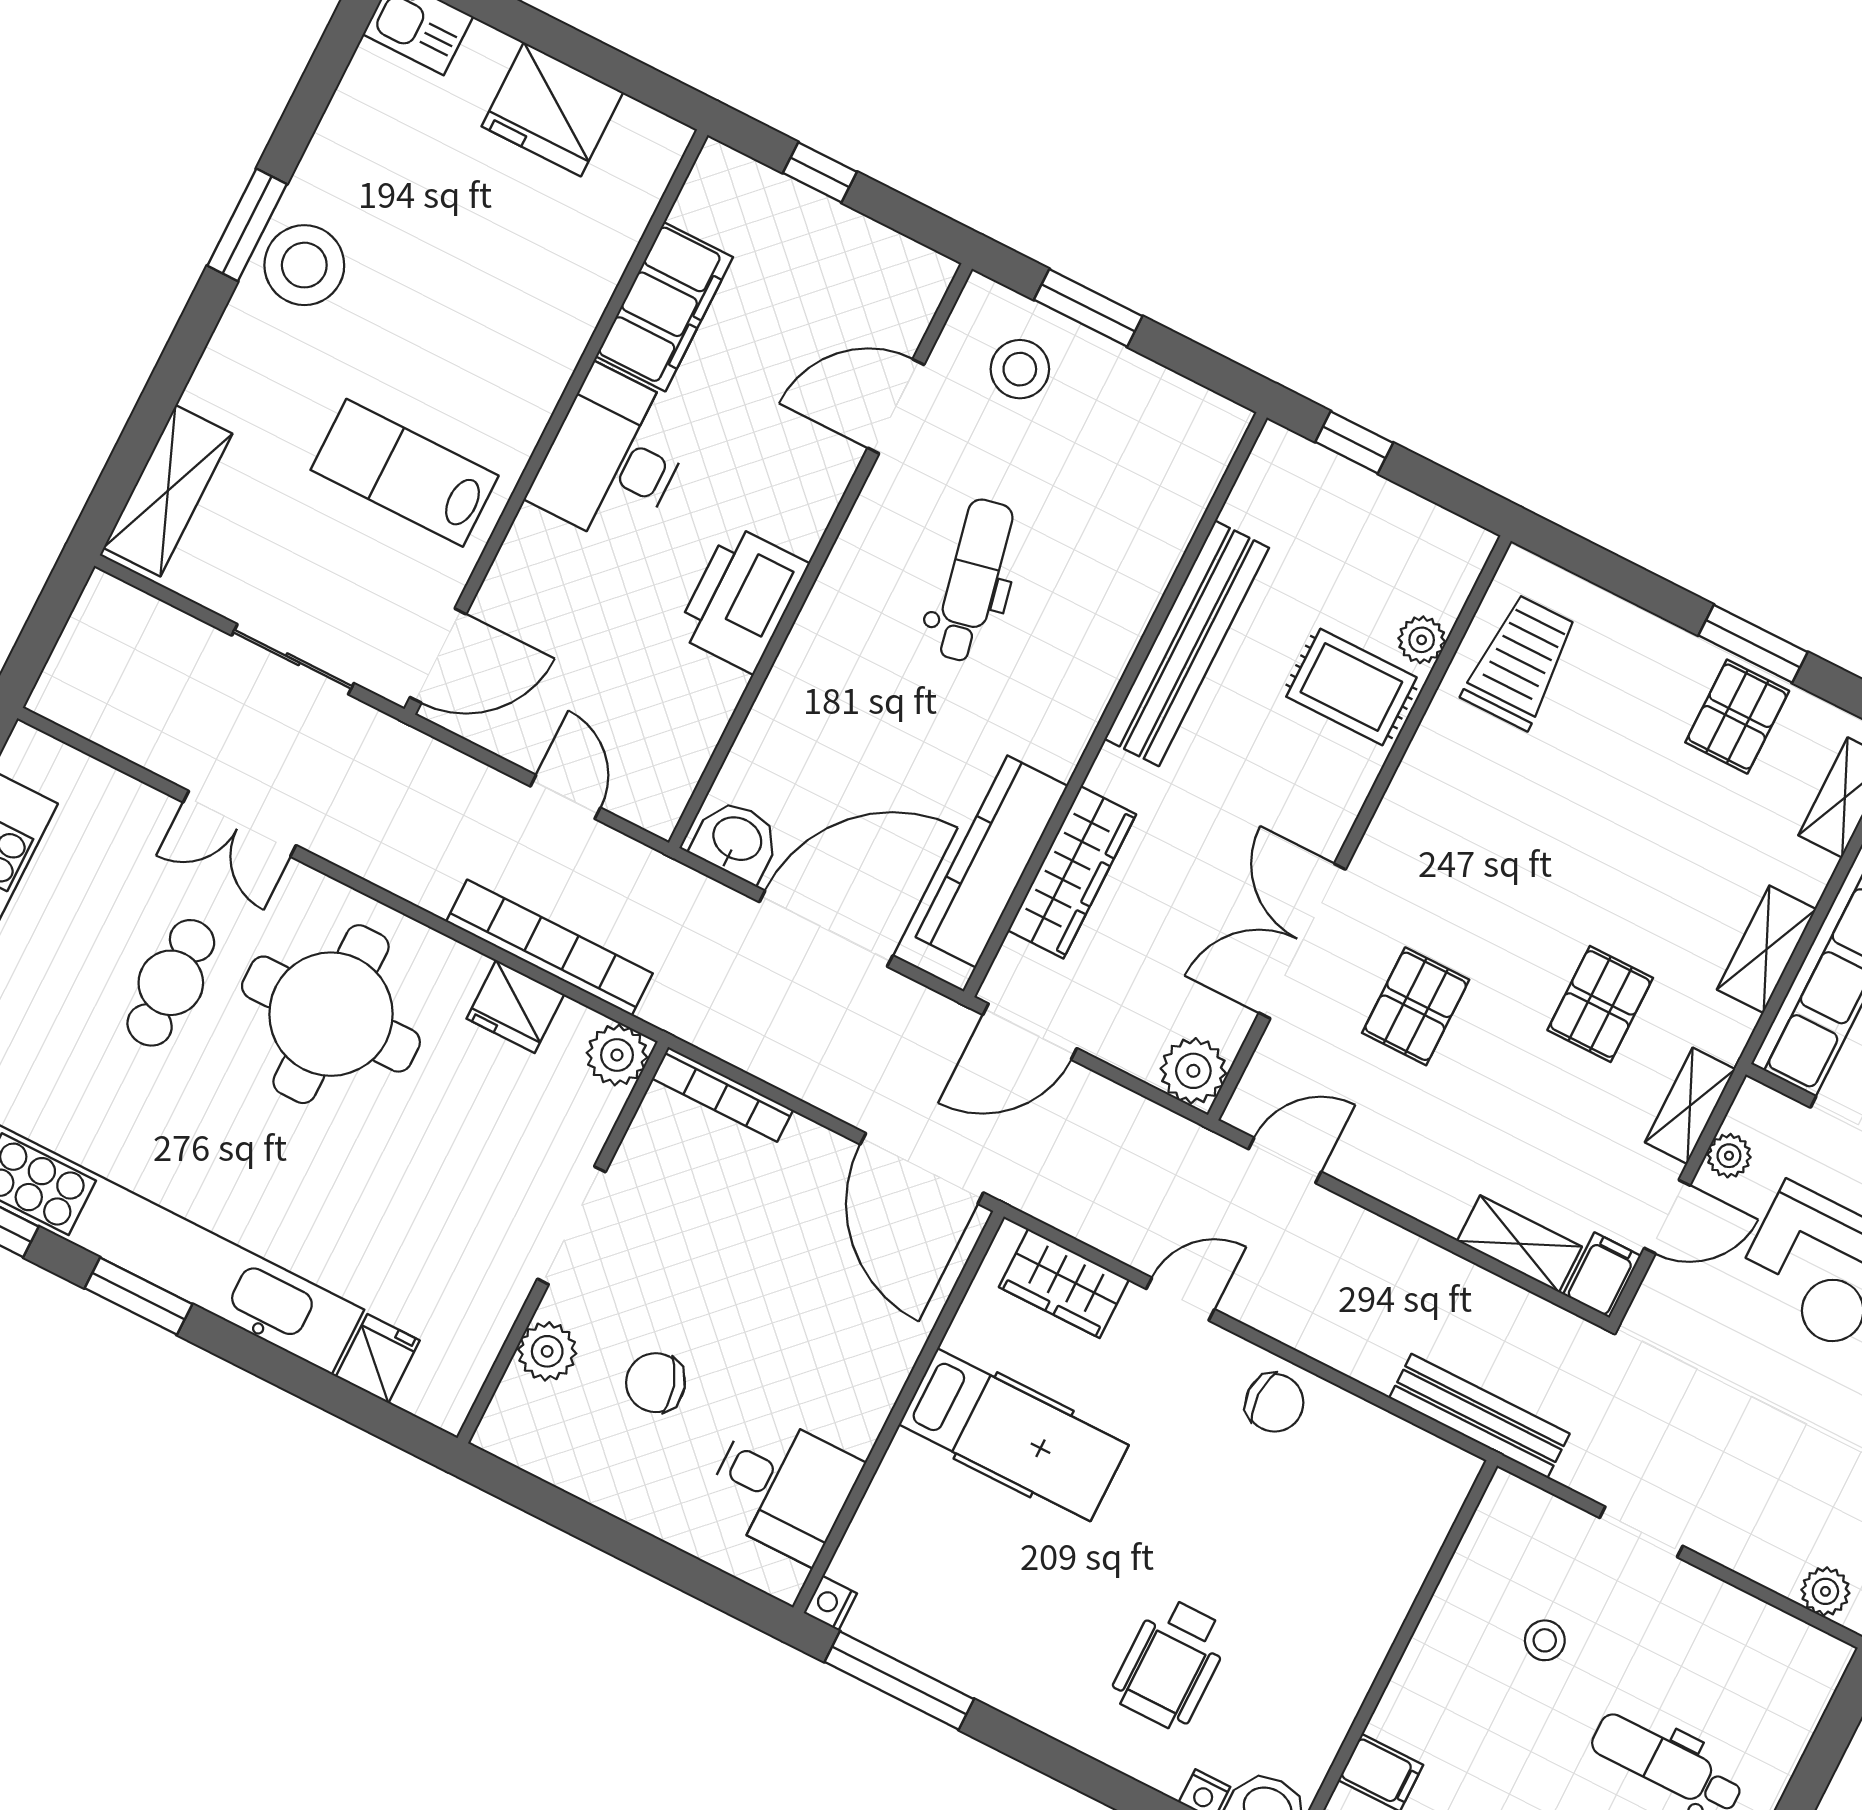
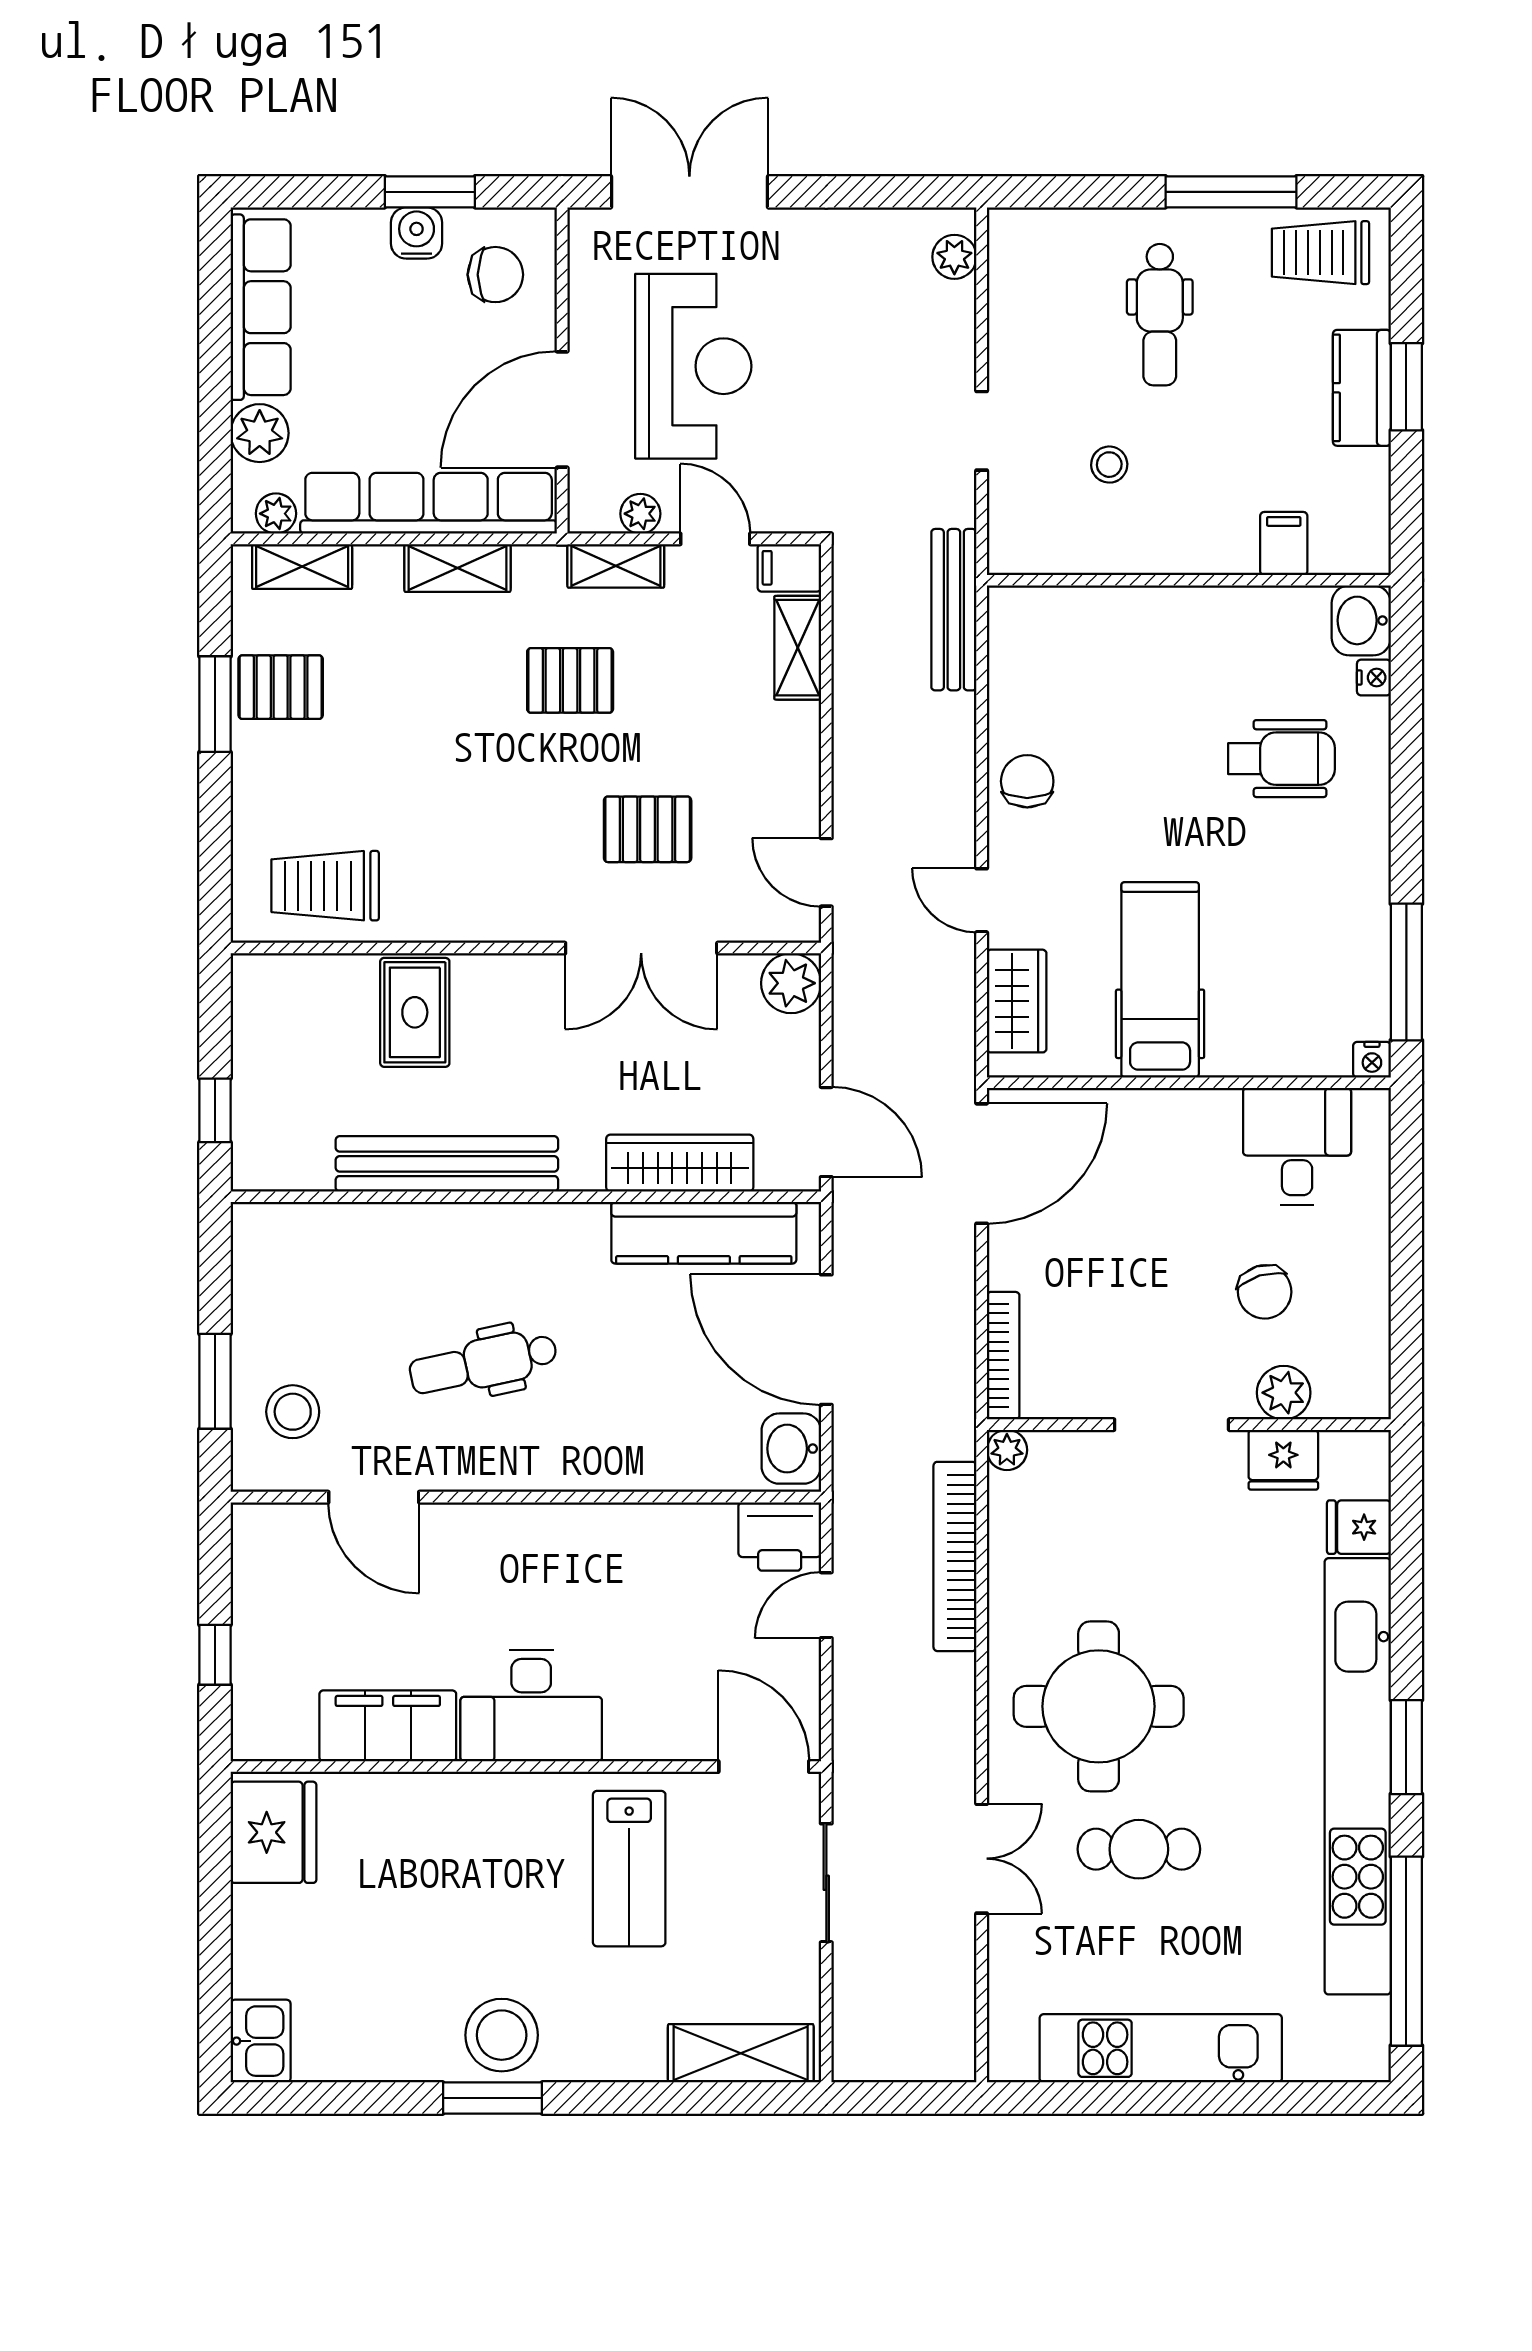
fridge: (552, 109) -> (273, 1832), moved
printer: (742, 599) -> (780, 1536), moved, width x0.73, depth x0.84
plant: (1422, 640) -> (348, 975), removed
fridge: (515, 1006) -> (1283, 1460), moved, turned 90
plant: (617, 1055) -> (1007, 1450), width x0.73, depth x0.73

